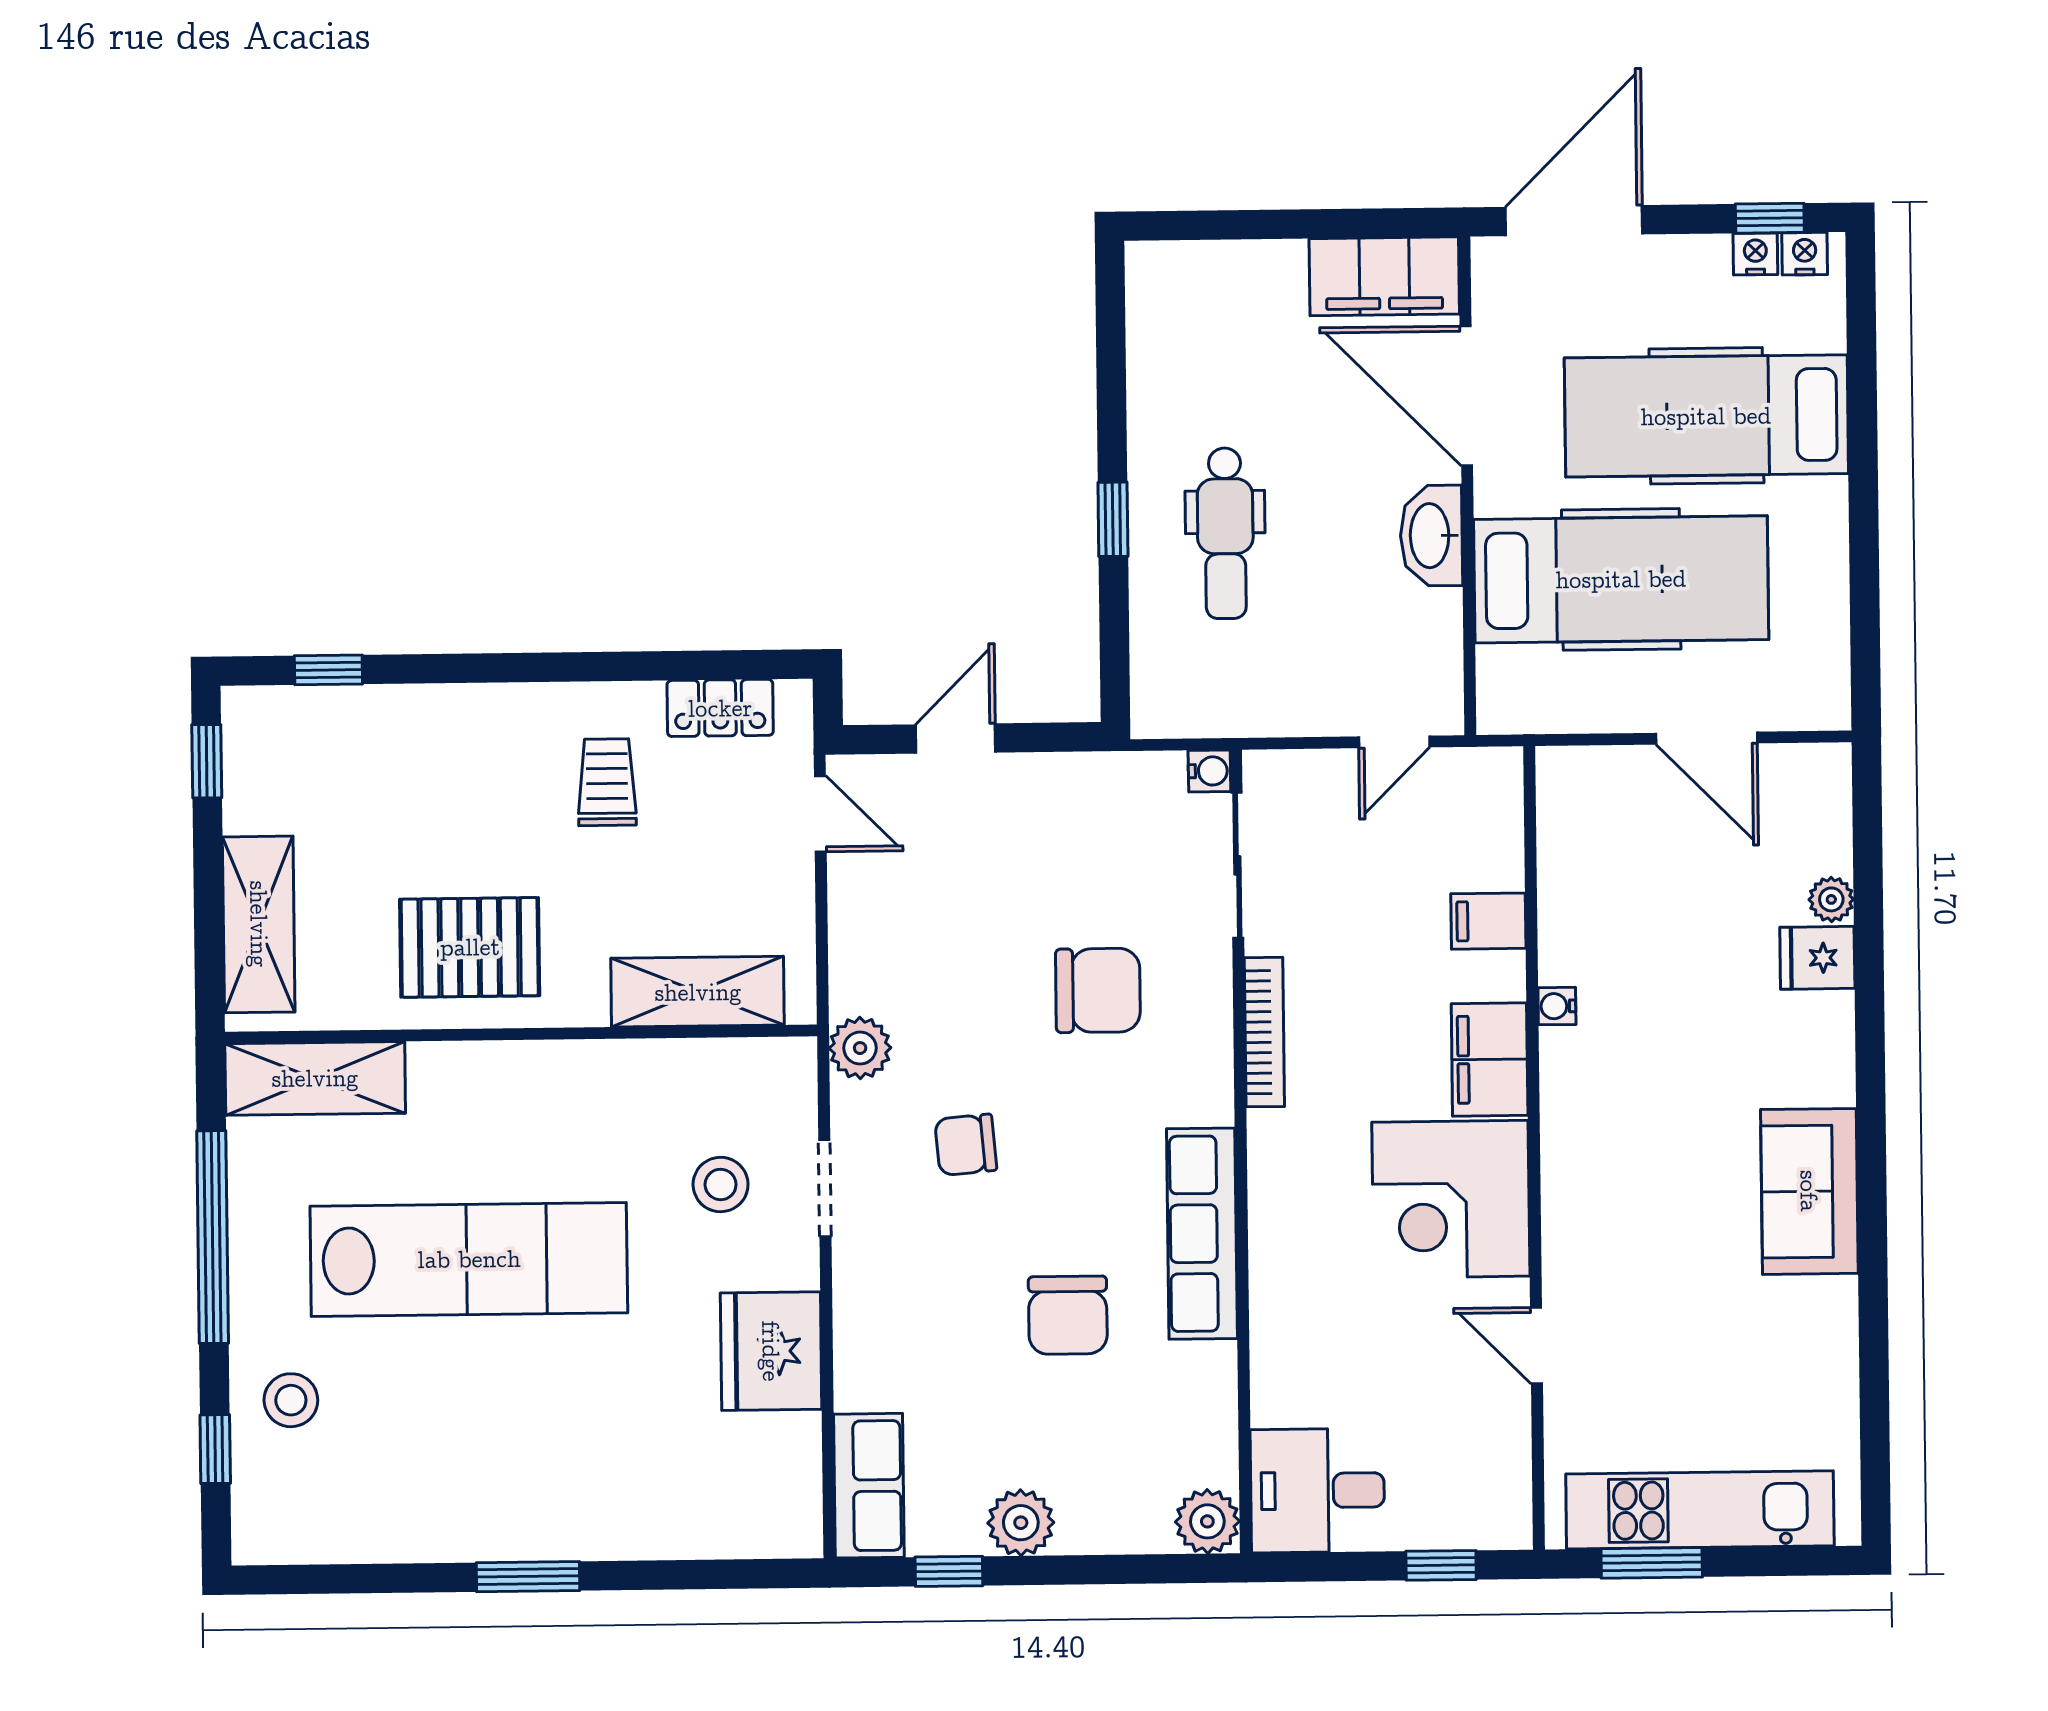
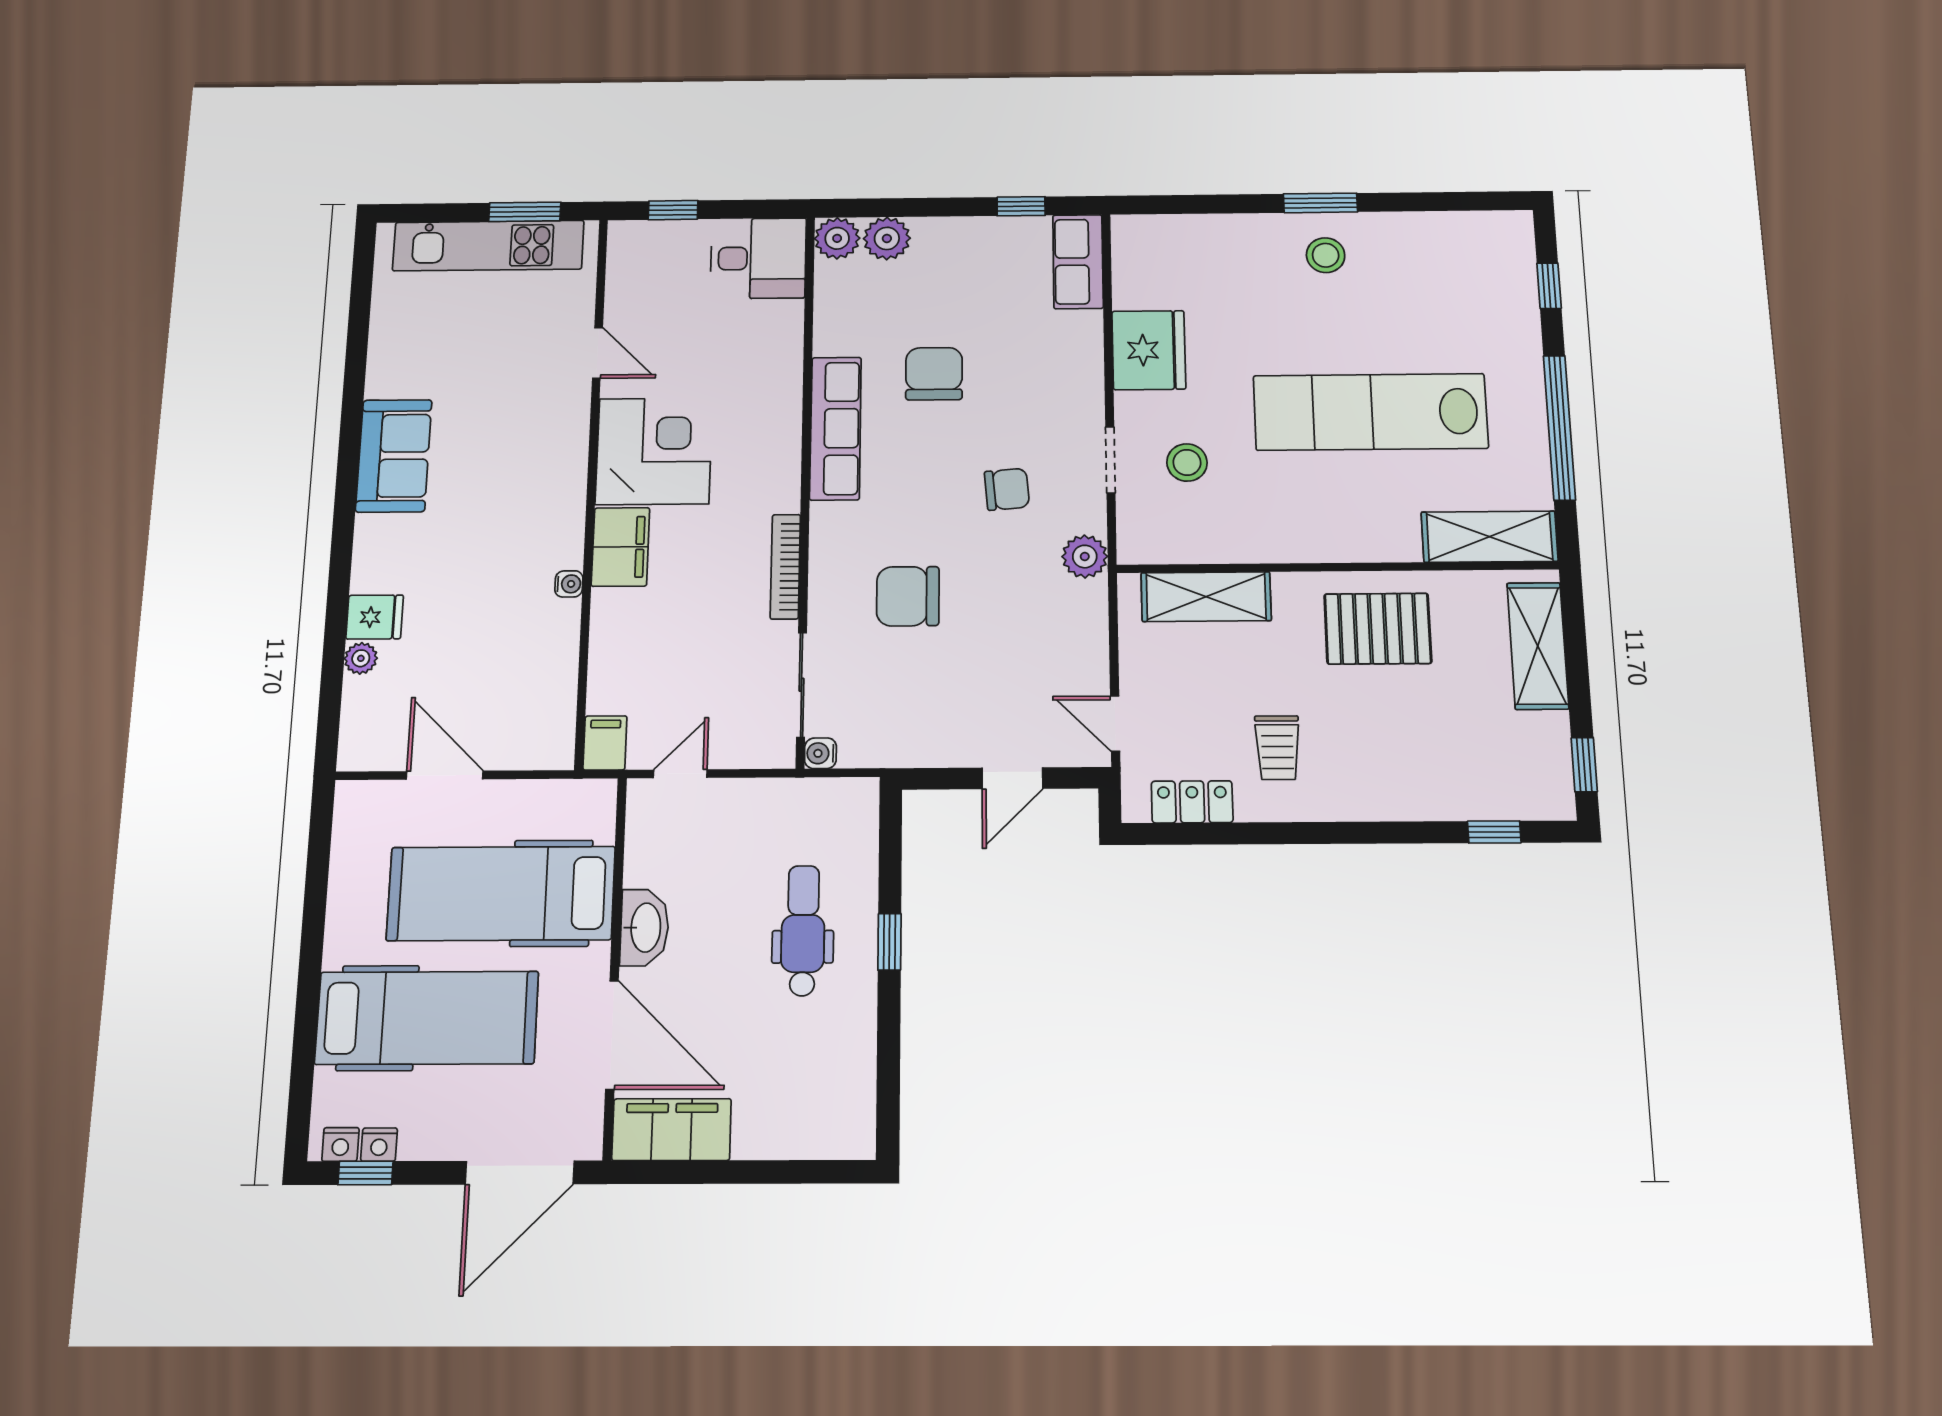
filing cabinet: (1488, 921) -> (605, 743), moved, turned -90
stool: (291, 1400) -> (1326, 255), moved
plant: (1021, 1523) -> (887, 238), moved

